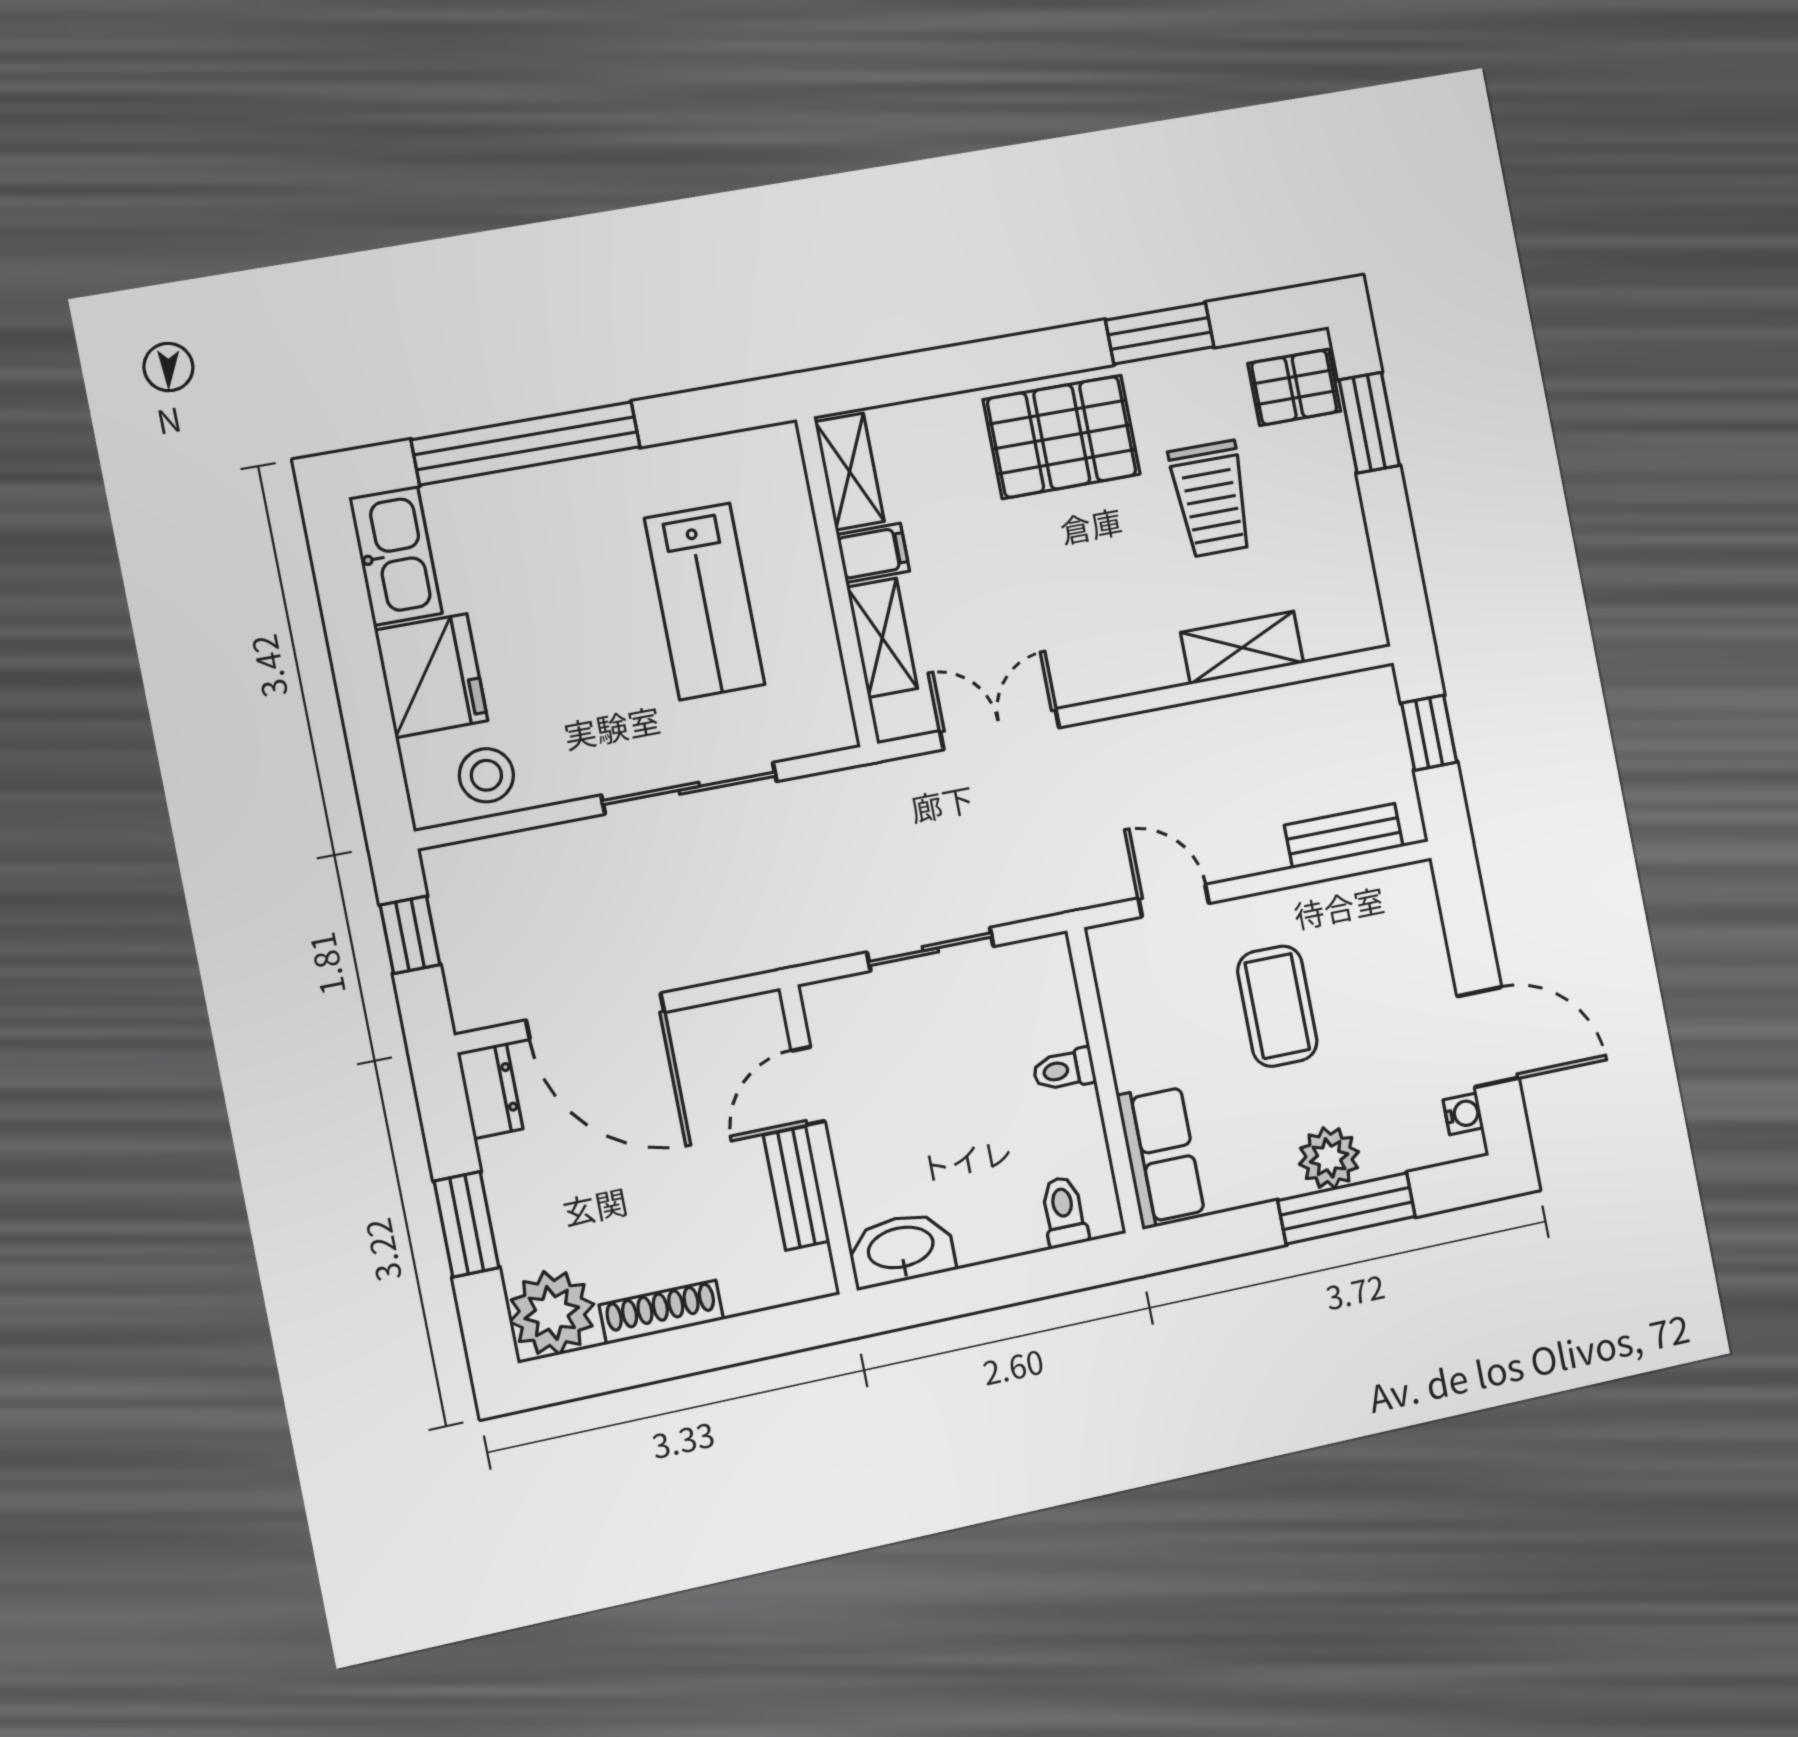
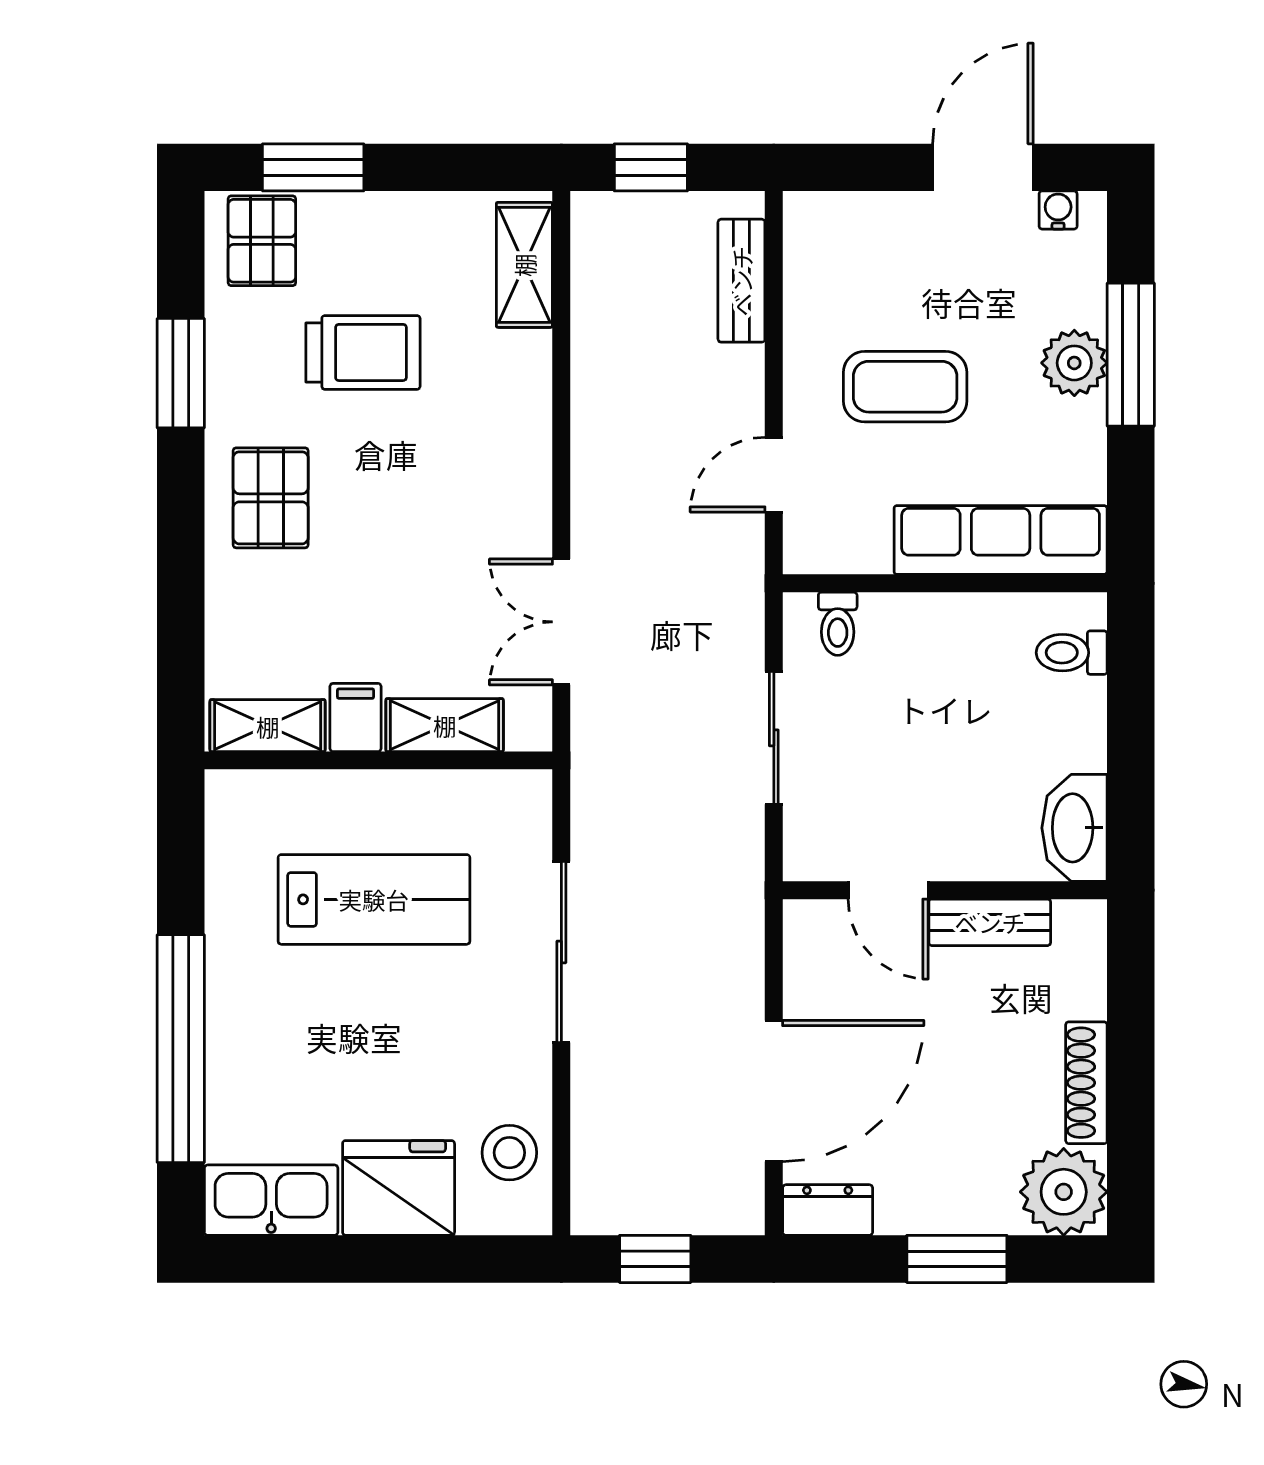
pallet: (1062, 437) -> (271, 498), width x0.67, depth x0.71
shelving: (1242, 648) -> (524, 265), moved
toilet: (1064, 1070) -> (838, 624), moved
row of seats: (1161, 1156) -> (1001, 540), width x1.48

